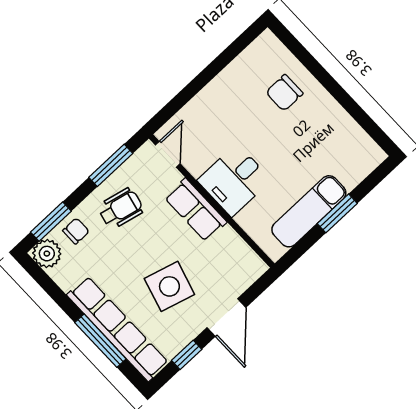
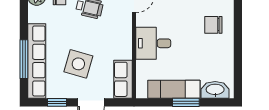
washbasin: (358, 167) -> (215, 90), added
row of seats: (196, 210) -> (123, 79), moved

